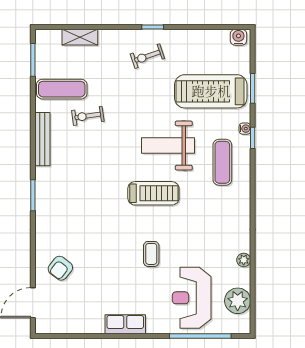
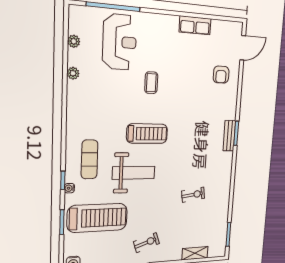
exercise mat: (62, 89) -> (210, 214), removed
bench: (42, 139) -> (229, 136), moved, width x0.73
treadmill: (153, 193) -> (147, 134), turned 180
armchair: (60, 268) -> (221, 75), turned 142
plant: (238, 301) -> (74, 41), width x0.53, depth x0.53
row of seats: (125, 324) -> (195, 25), moved

